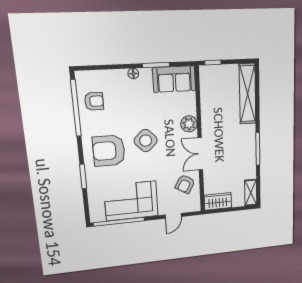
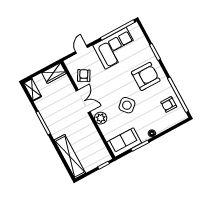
side table: (146, 141) -> (127, 105), moved

